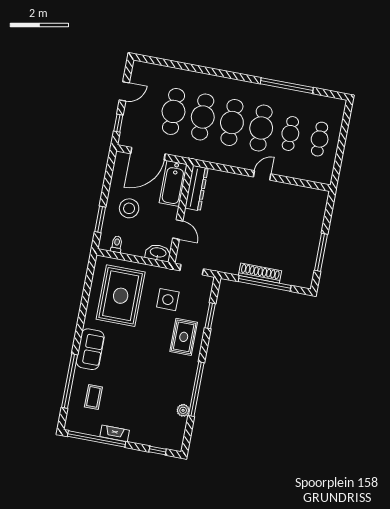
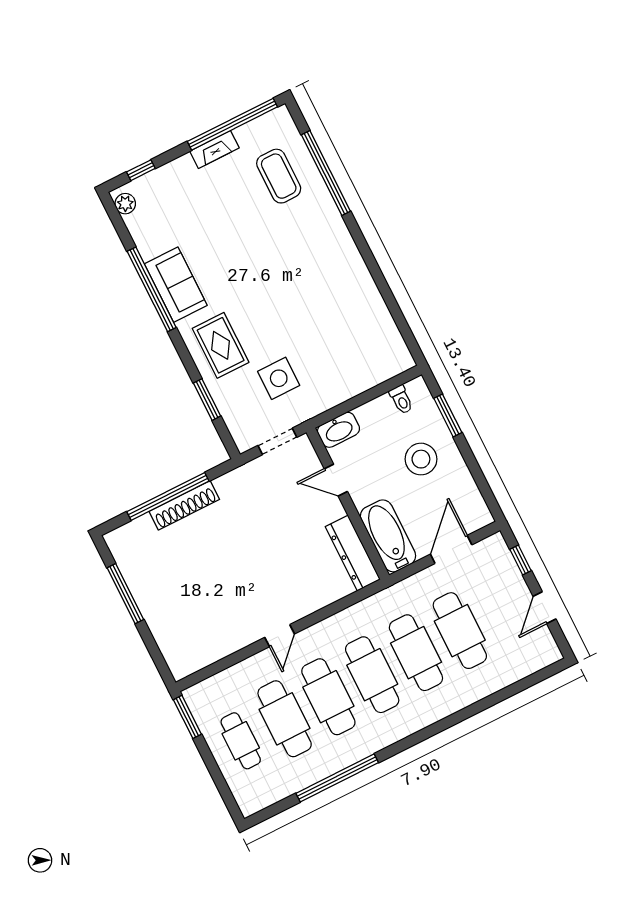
cafe table: (290, 134) -> (285, 719), width x1.37, depth x1.35
door: (148, 154) -> (451, 549), width x0.73
window: (336, 170) -> (187, 717), added
rug: (121, 296) -> (344, 336), removed
sofa: (90, 349) -> (176, 285), moved, turned 180
coffee table: (93, 397) -> (279, 176), width x1.36, depth x1.30
plant: (183, 410) -> (125, 204), moved

